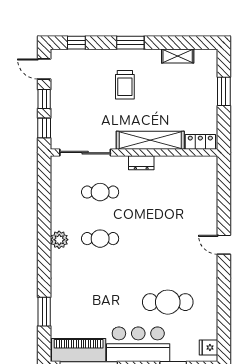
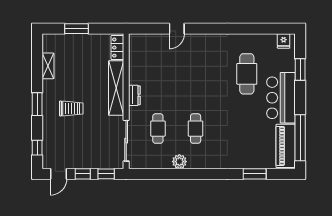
plant: (59, 240) -> (179, 162), moved
door: (224, 245) -> (177, 29), moved

